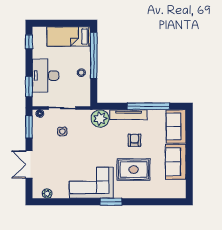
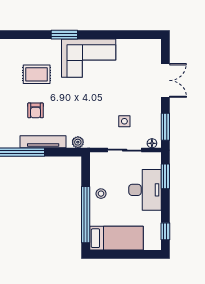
plant: (100, 119) -> (78, 142), width x0.53, depth x0.53
rug: (134, 170) -> (37, 74), width x0.73, depth x0.70
plant: (47, 193) -> (143, 45), removed

